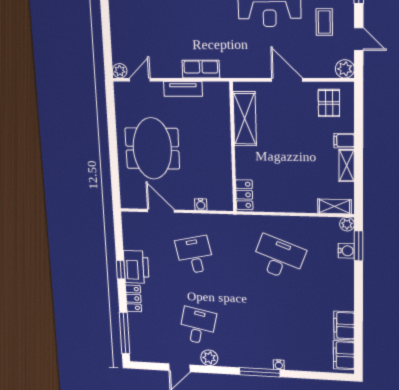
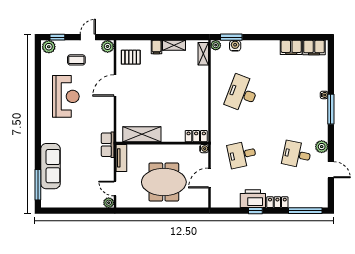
shelving: (245, 119) -> (142, 134), moved
wall: (233, 147) -> (162, 143), moved
locker: (244, 195) -> (196, 136), moved

